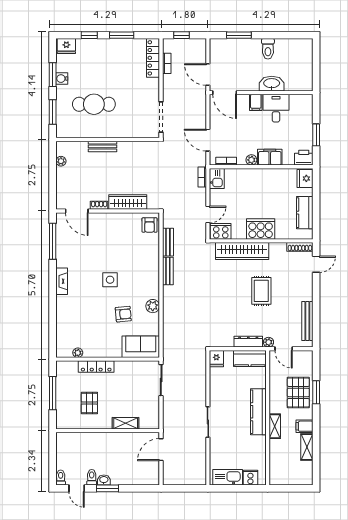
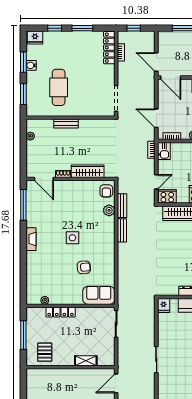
cafe table: (94, 104) -> (59, 87), turned 90
plant: (153, 306) -> (109, 210), moved
pallet: (89, 403) -> (45, 352), moved

